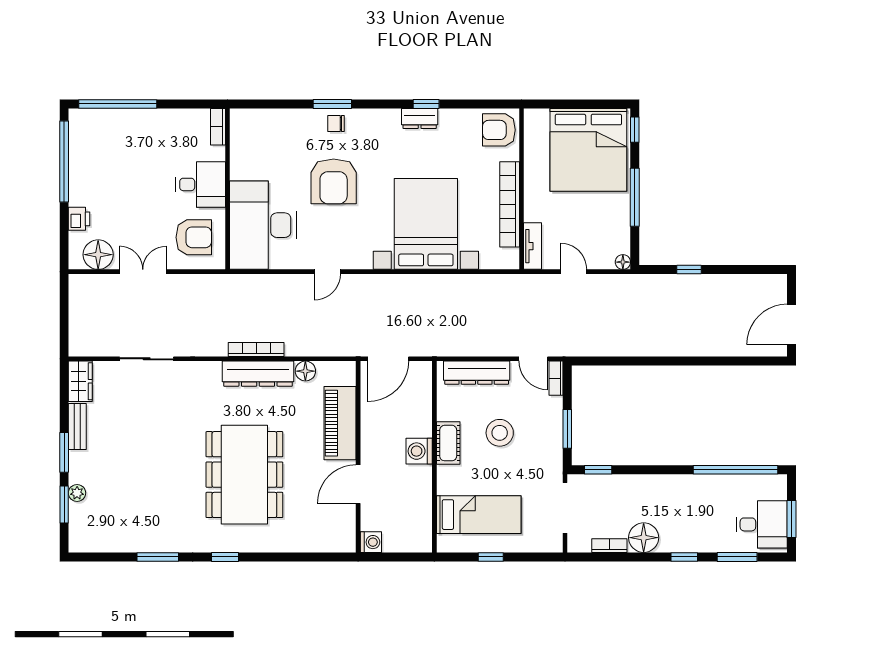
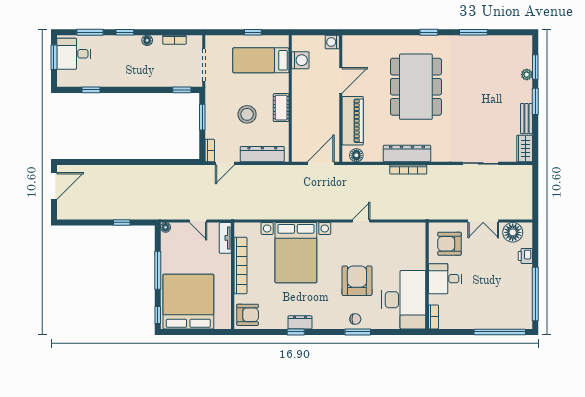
desk: (263, 225) -> (404, 300), moved
door: (533, 359) -> (225, 163), swing flipped
floor lamp: (305, 371) -> (356, 155), moved
washing machine: (419, 451) -> (300, 60), moved
window: (736, 470) -> (91, 90), width x0.32
floor lamp: (644, 538) -> (147, 40), width x0.53, depth x0.53

